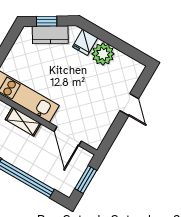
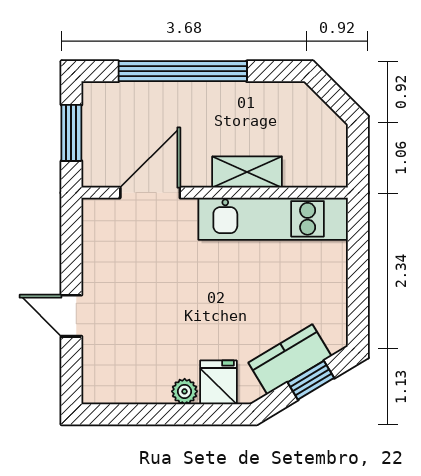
plant: (103, 54) -> (185, 391), width x0.53, depth x0.53
door: (68, 136) -> (150, 193), hinge flipped

